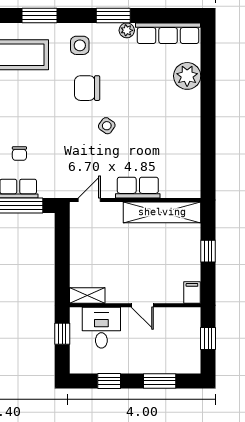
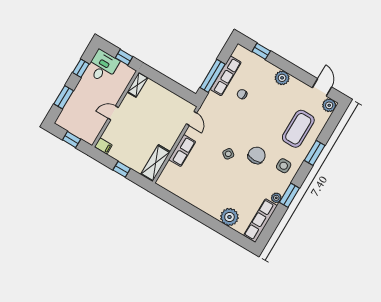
shelving: (162, 212) -> (155, 163), width x0.68
desk: (101, 328) -> (103, 66), moved, turned -90

